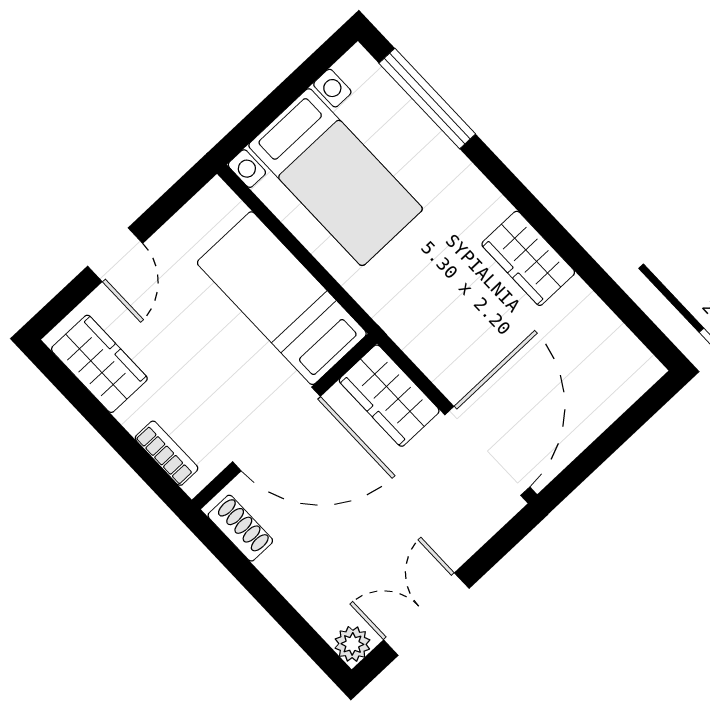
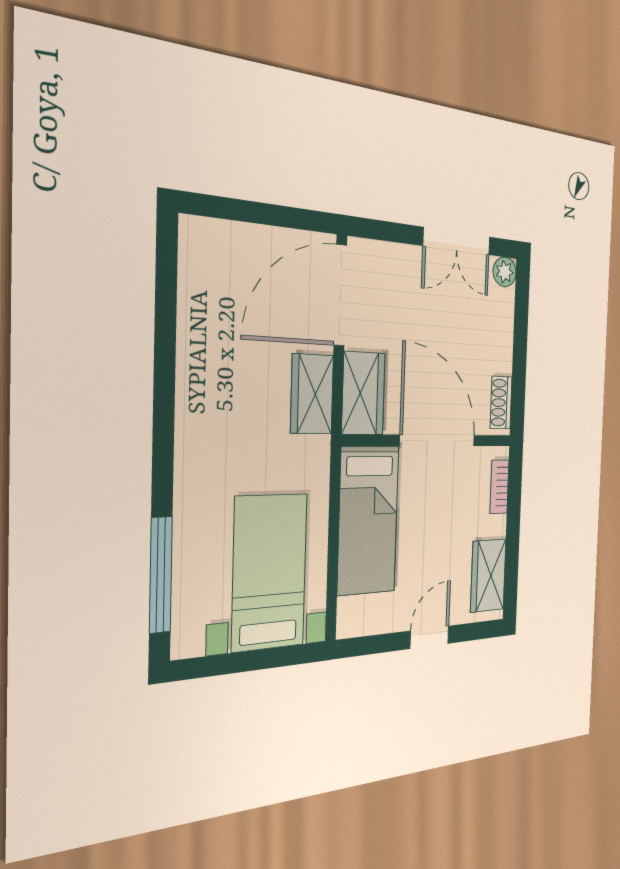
wardrobe: (528, 258) -> (312, 394), moved, turned 180

